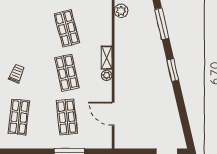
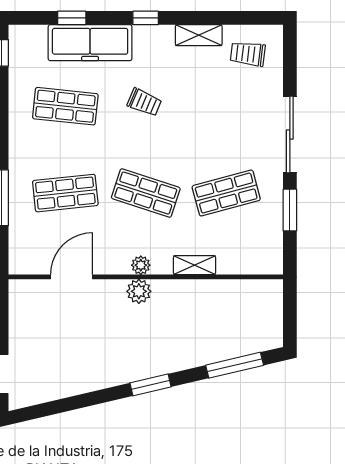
plant: (121, 11) -> (139, 291), moved
shelving: (107, 58) -> (195, 265), moved
shop shelf: (67, 73) -> (146, 193), turned 30

